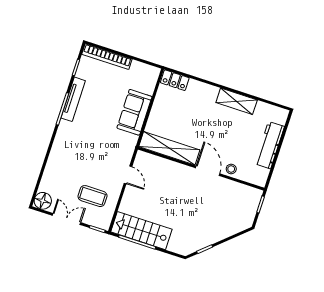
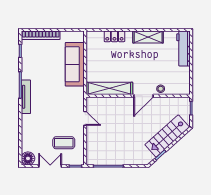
locker: (175, 80) -> (114, 36), moved
tv unit: (73, 99) -> (26, 97), moved
sofa: (134, 112) -> (75, 64), width x1.36
workbench: (270, 145) -> (183, 49), moved
door: (208, 171) -> (143, 96), swing flipped
stairs: (141, 231) -> (167, 136), moved, turned -42

